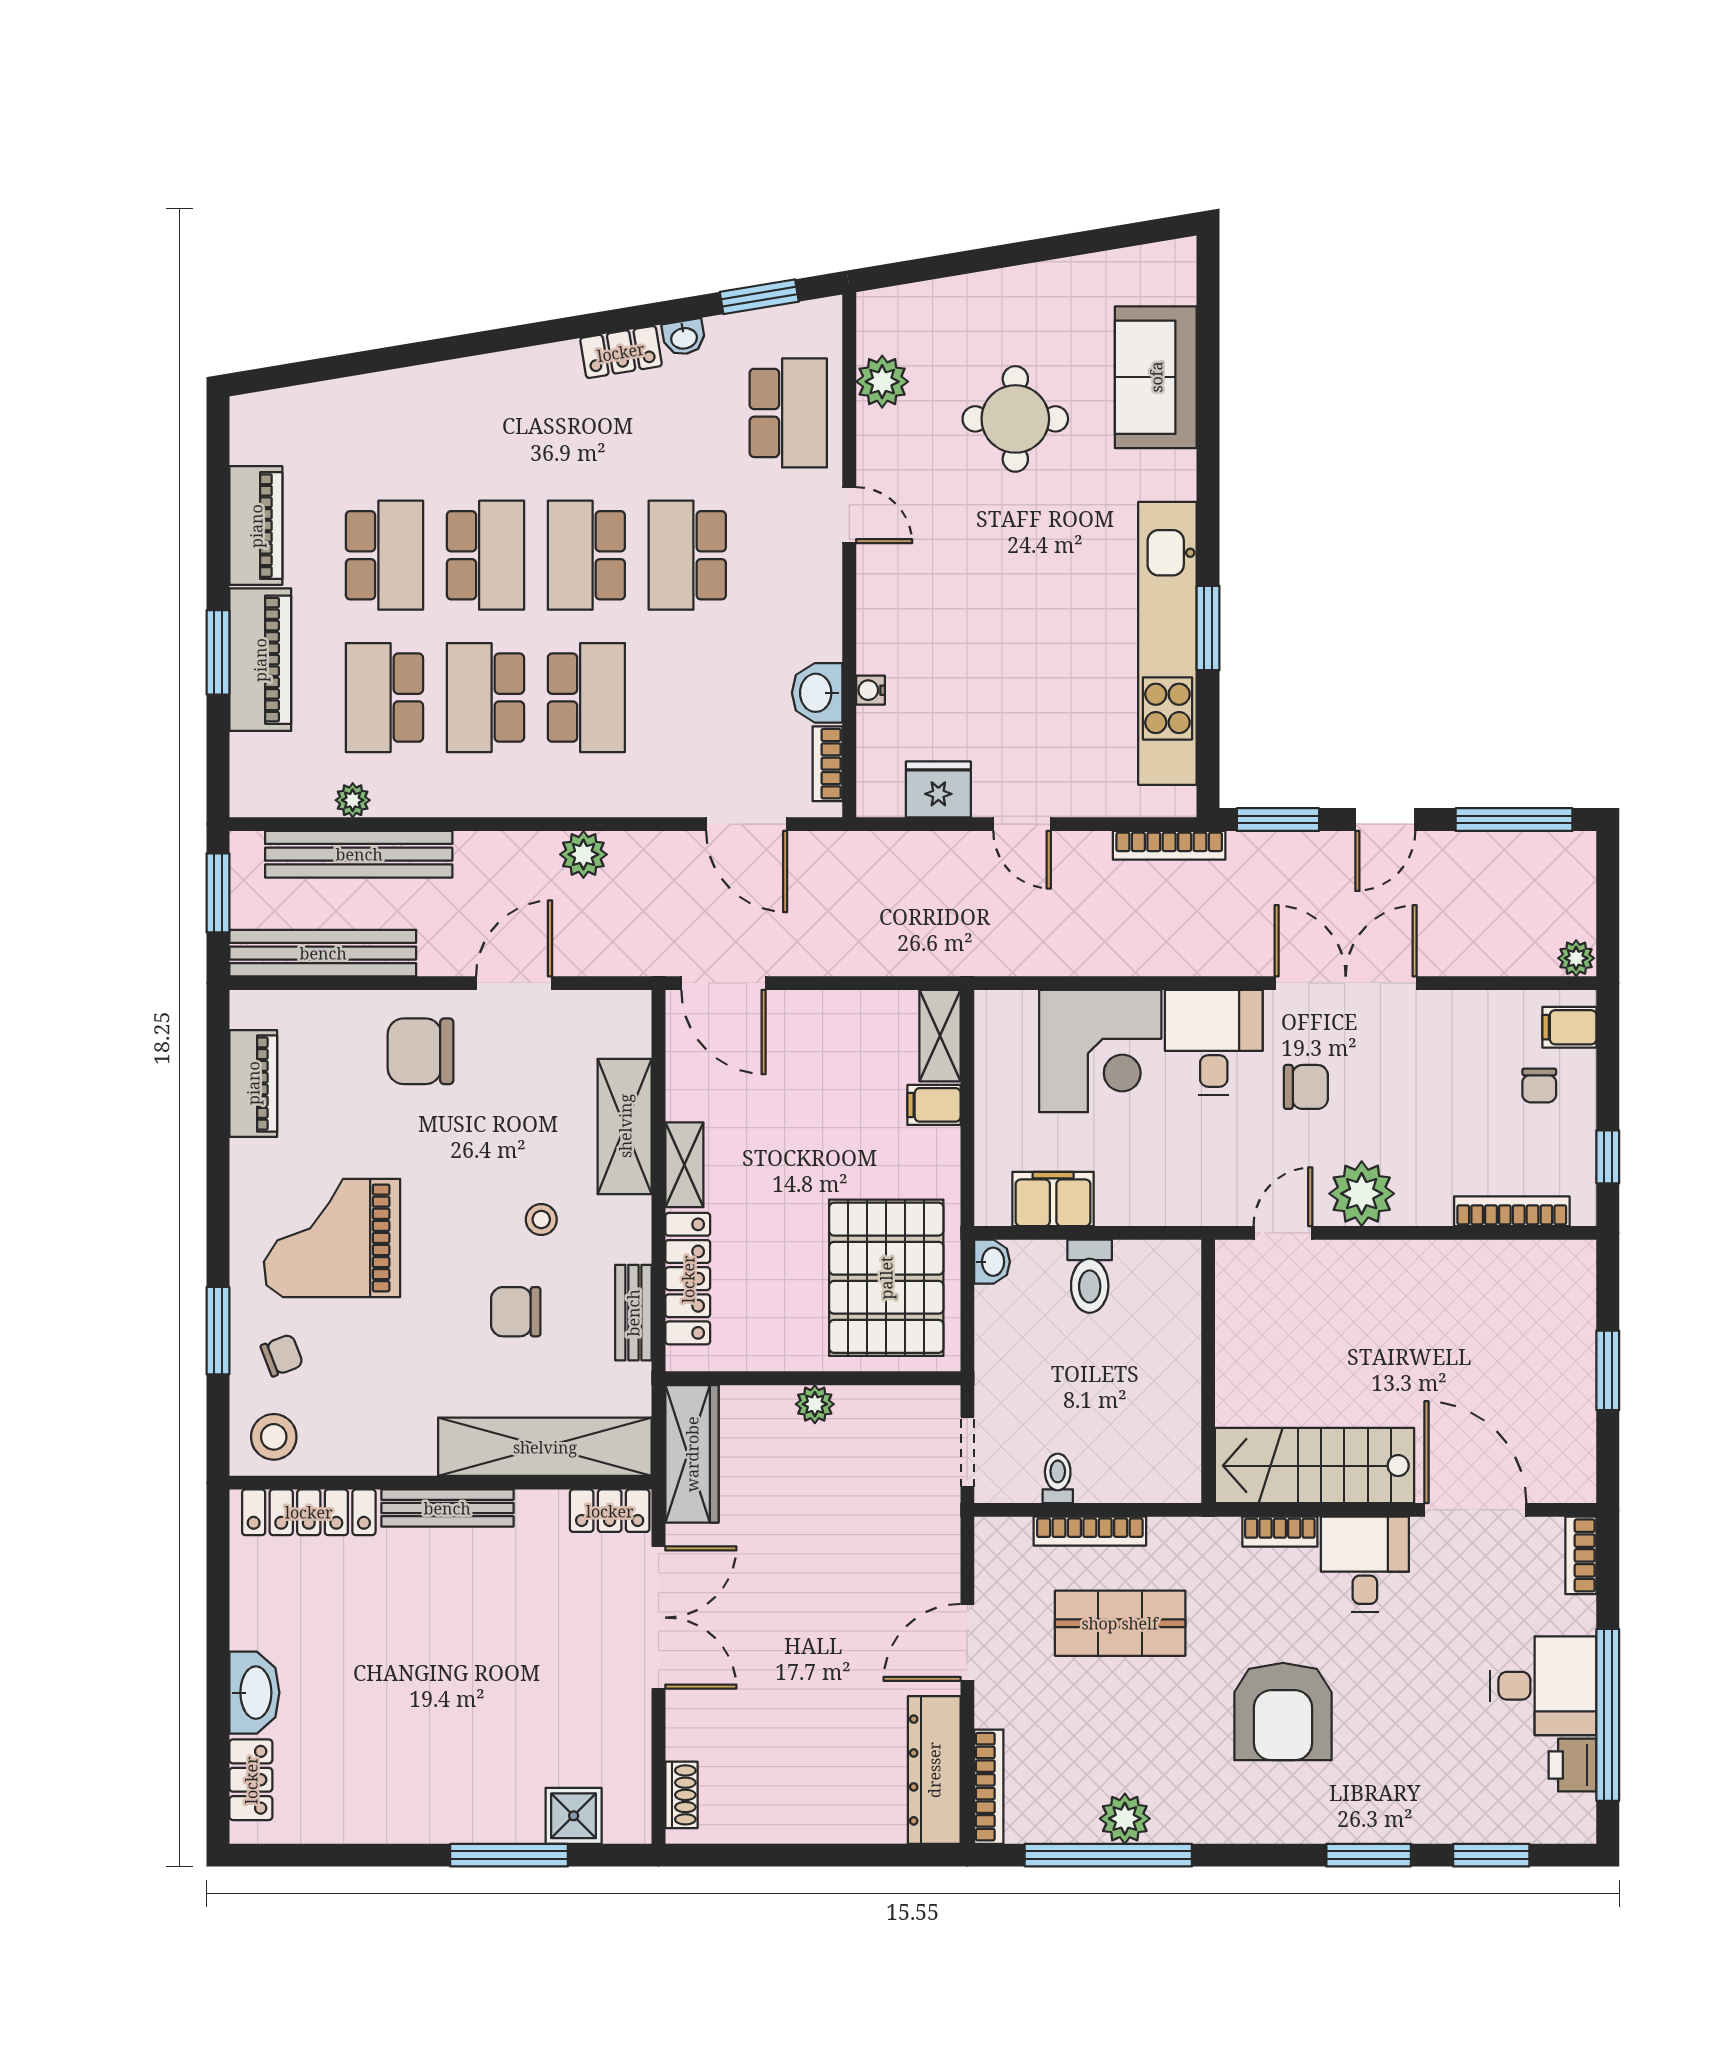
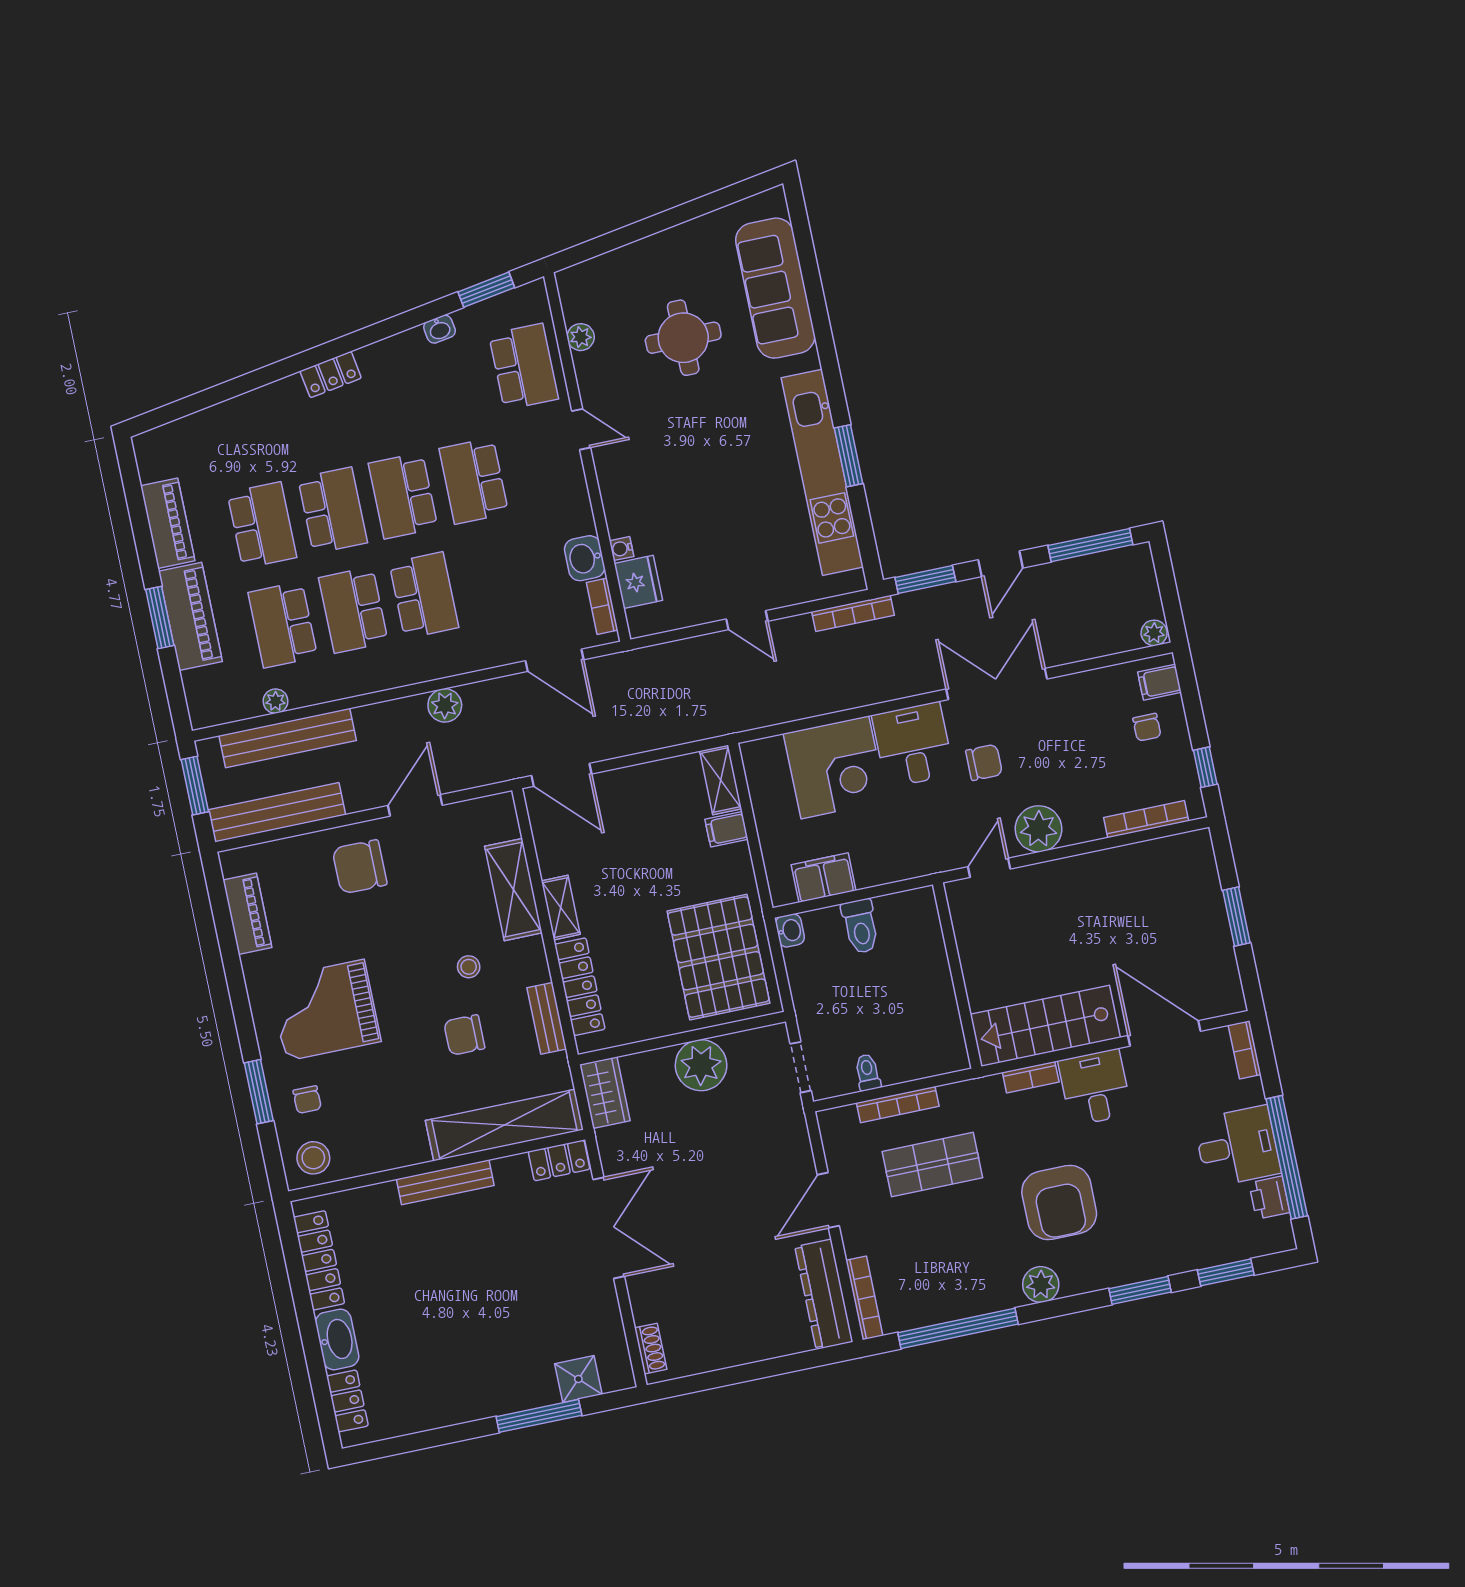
locker: (621, 352) -> (331, 375), moved
sofa: (1156, 377) -> (775, 288), width x1.36
plant: (882, 382) -> (581, 337), width x0.73, depth x0.73
fridge: (938, 789) -> (638, 582), moved, turned 90
chair: (282, 1355) -> (307, 1100), turned 111
plant: (815, 1404) -> (701, 1065), width x1.88, depth x1.88
wardrobe: (692, 1454) -> (605, 1093), width x0.67
locker: (309, 1512) -> (319, 1260), moved, turned -90
plant: (1125, 1819) -> (1041, 1284), moved

